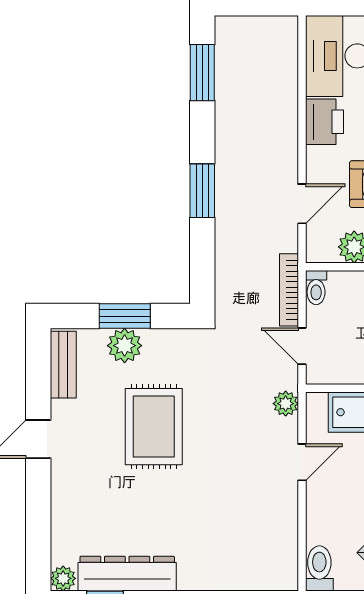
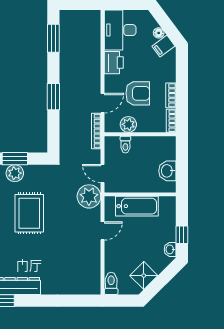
toilet: (316, 288) -> (125, 145), moved
bookcase: (289, 290) -> (96, 131), moved
plant: (286, 404) -> (89, 196), width x1.88, depth x1.88

